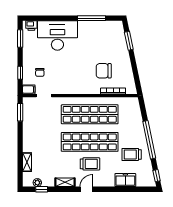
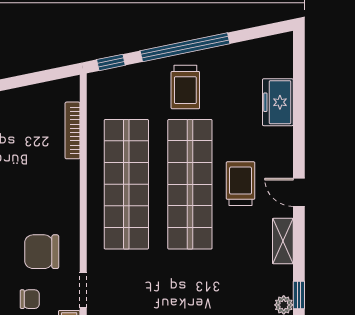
chair: (104, 71) -> (42, 252), moved, turned 90
trolley: (132, 154) -> (185, 87), moved
window: (157, 176) -> (111, 62), moved

